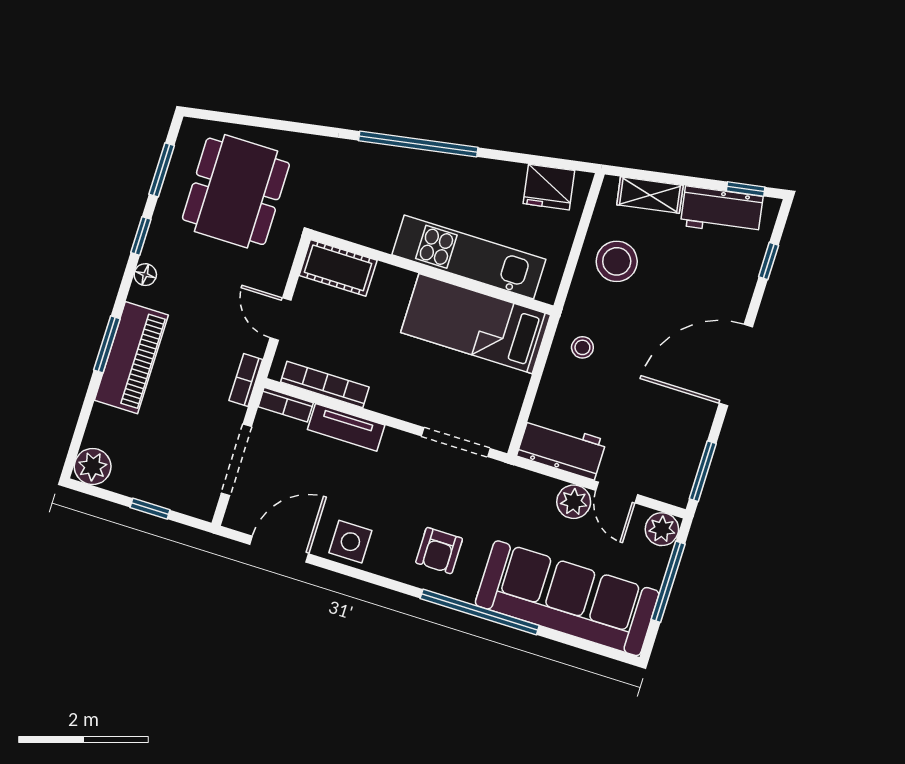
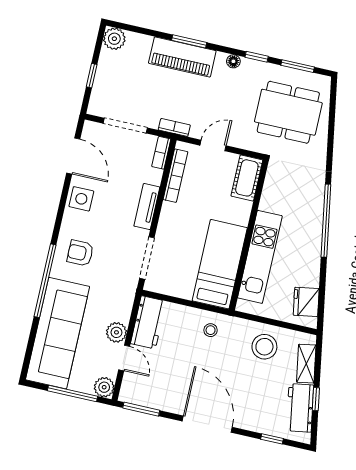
window: (746, 189) -> (316, 399), moved
tv unit: (346, 427) -> (147, 207), moved
door: (617, 493) -> (124, 358), swing flipped

